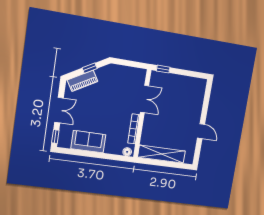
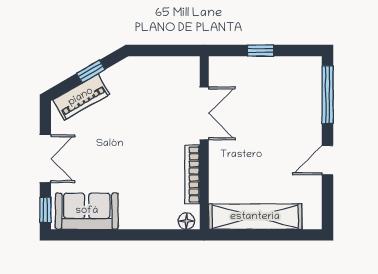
window: (163, 69) -> (261, 50), moved
window: (207, 99) -> (328, 95), added
door: (201, 131) -> (328, 160), swing flipped
sofa: (88, 142) -> (87, 211), moved

